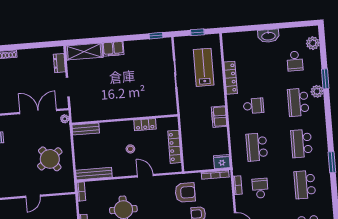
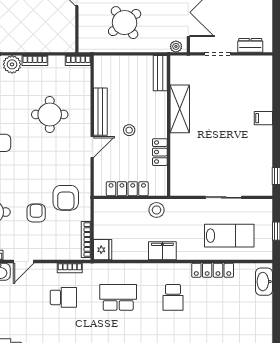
washbasin: (268, 36) -> (264, 282), moved
filing cabinet: (113, 49) -> (263, 118), width x0.50
shelving: (84, 52) -> (180, 109), moved
stool: (189, 124) -> (156, 210), added
bench: (94, 174) -> (100, 112), moved

